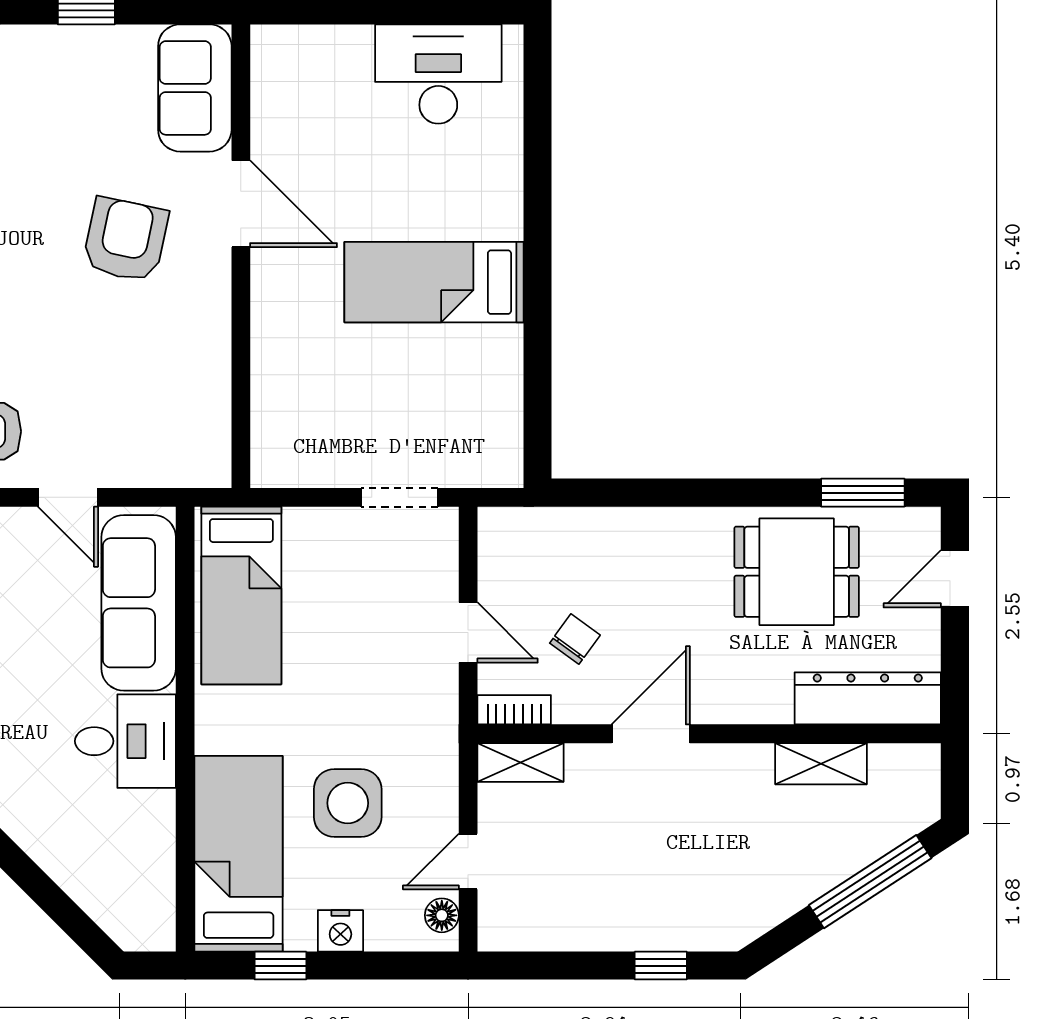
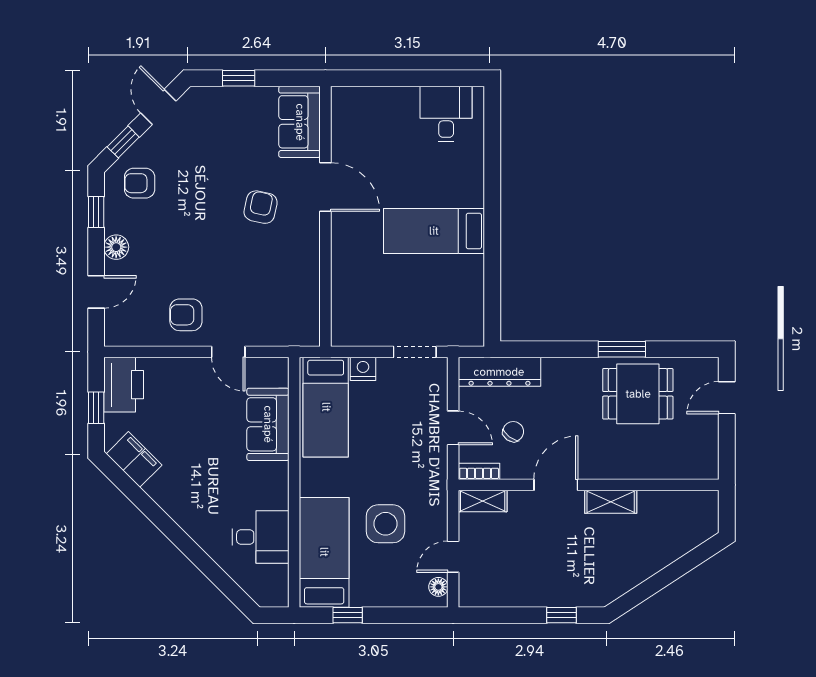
desk: (438, 74) -> (446, 114), width x0.73
armchair: (125, 240) -> (261, 207), width x0.72, depth x0.72
window: (863, 493) -> (622, 349), moved
sofa: (139, 603) -> (268, 424), width x0.73
dresser: (868, 698) -> (499, 372), moved, turned 180
desk: (125, 741) -> (261, 537), moved
shelving: (821, 764) -> (611, 502), moved
window: (870, 882) -> (679, 568), removed
nightstand: (340, 931) -> (363, 369), moved, turned 180

